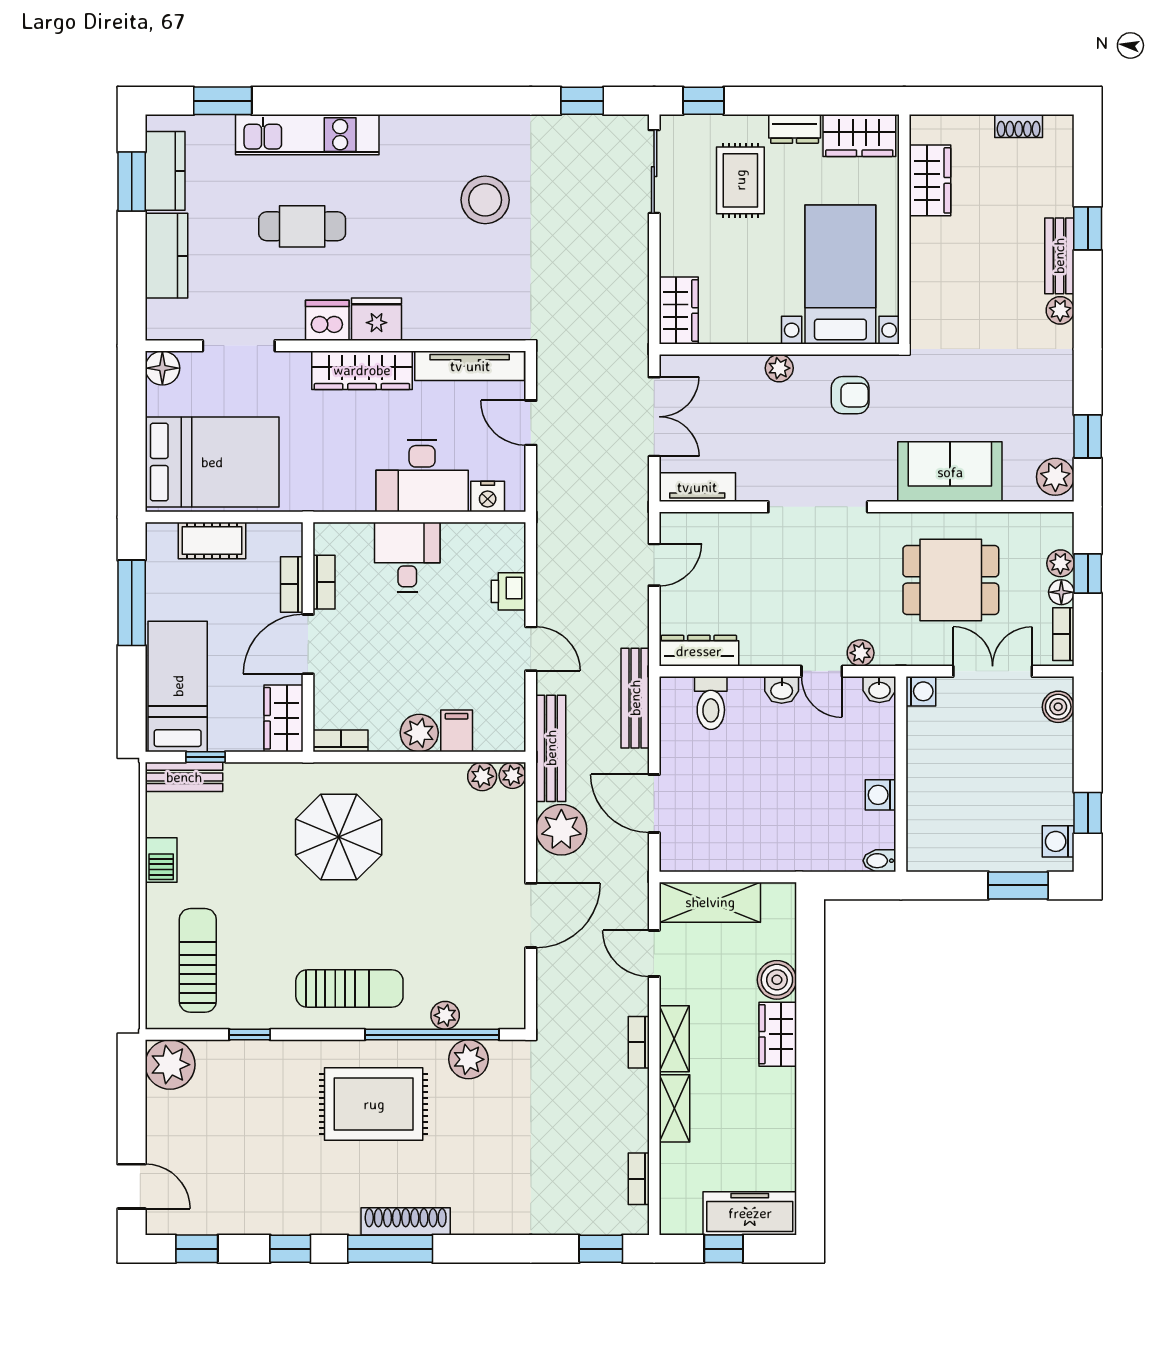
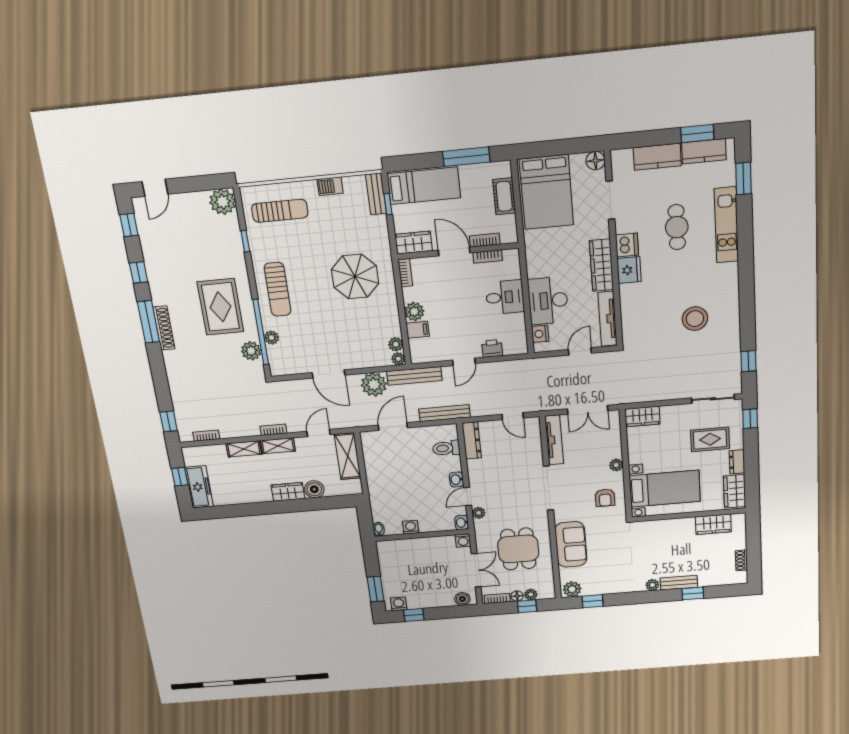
tv unit: (697, 487) -> (554, 440), width x1.41

